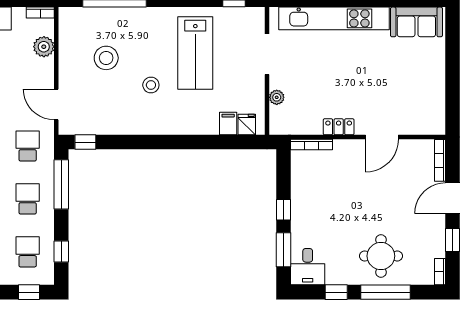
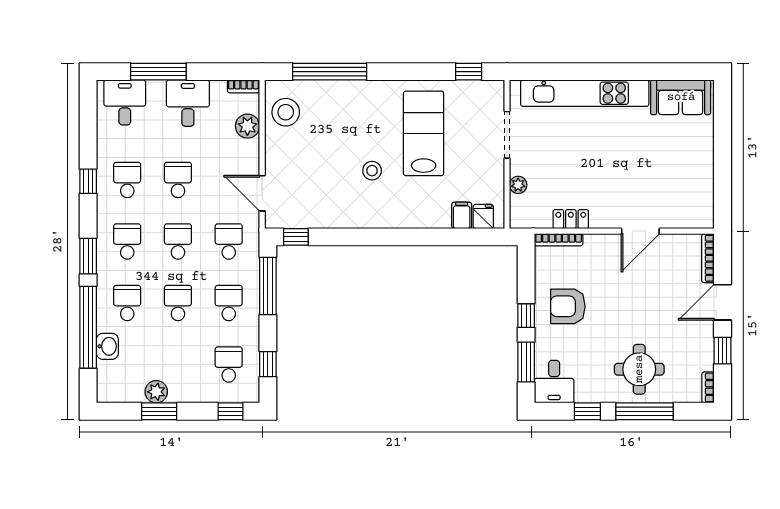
lab bench: (195, 53) -> (424, 133), turned 180
stool: (106, 58) -> (286, 112), moved
locker: (339, 127) -> (571, 219), moved
armchair: (319, 202) -> (568, 306), added

